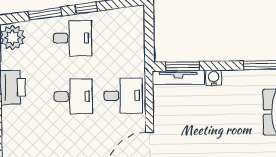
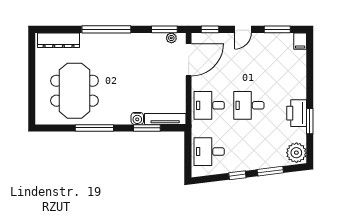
desk: (72, 38) -> (209, 152), moved
window: (183, 66) -> (147, 128), moved

